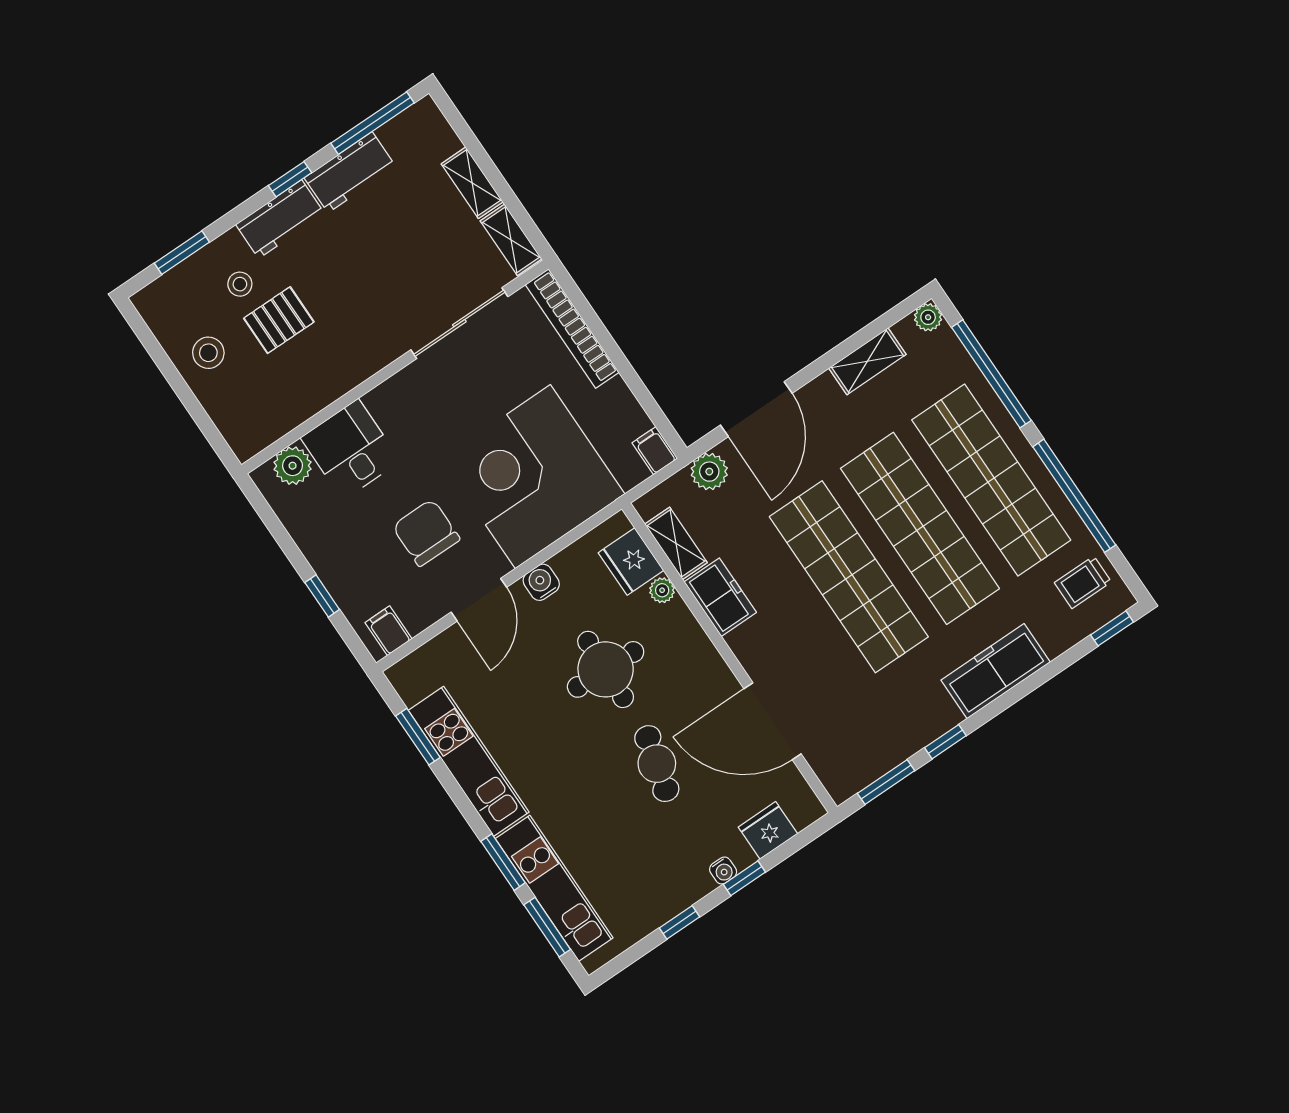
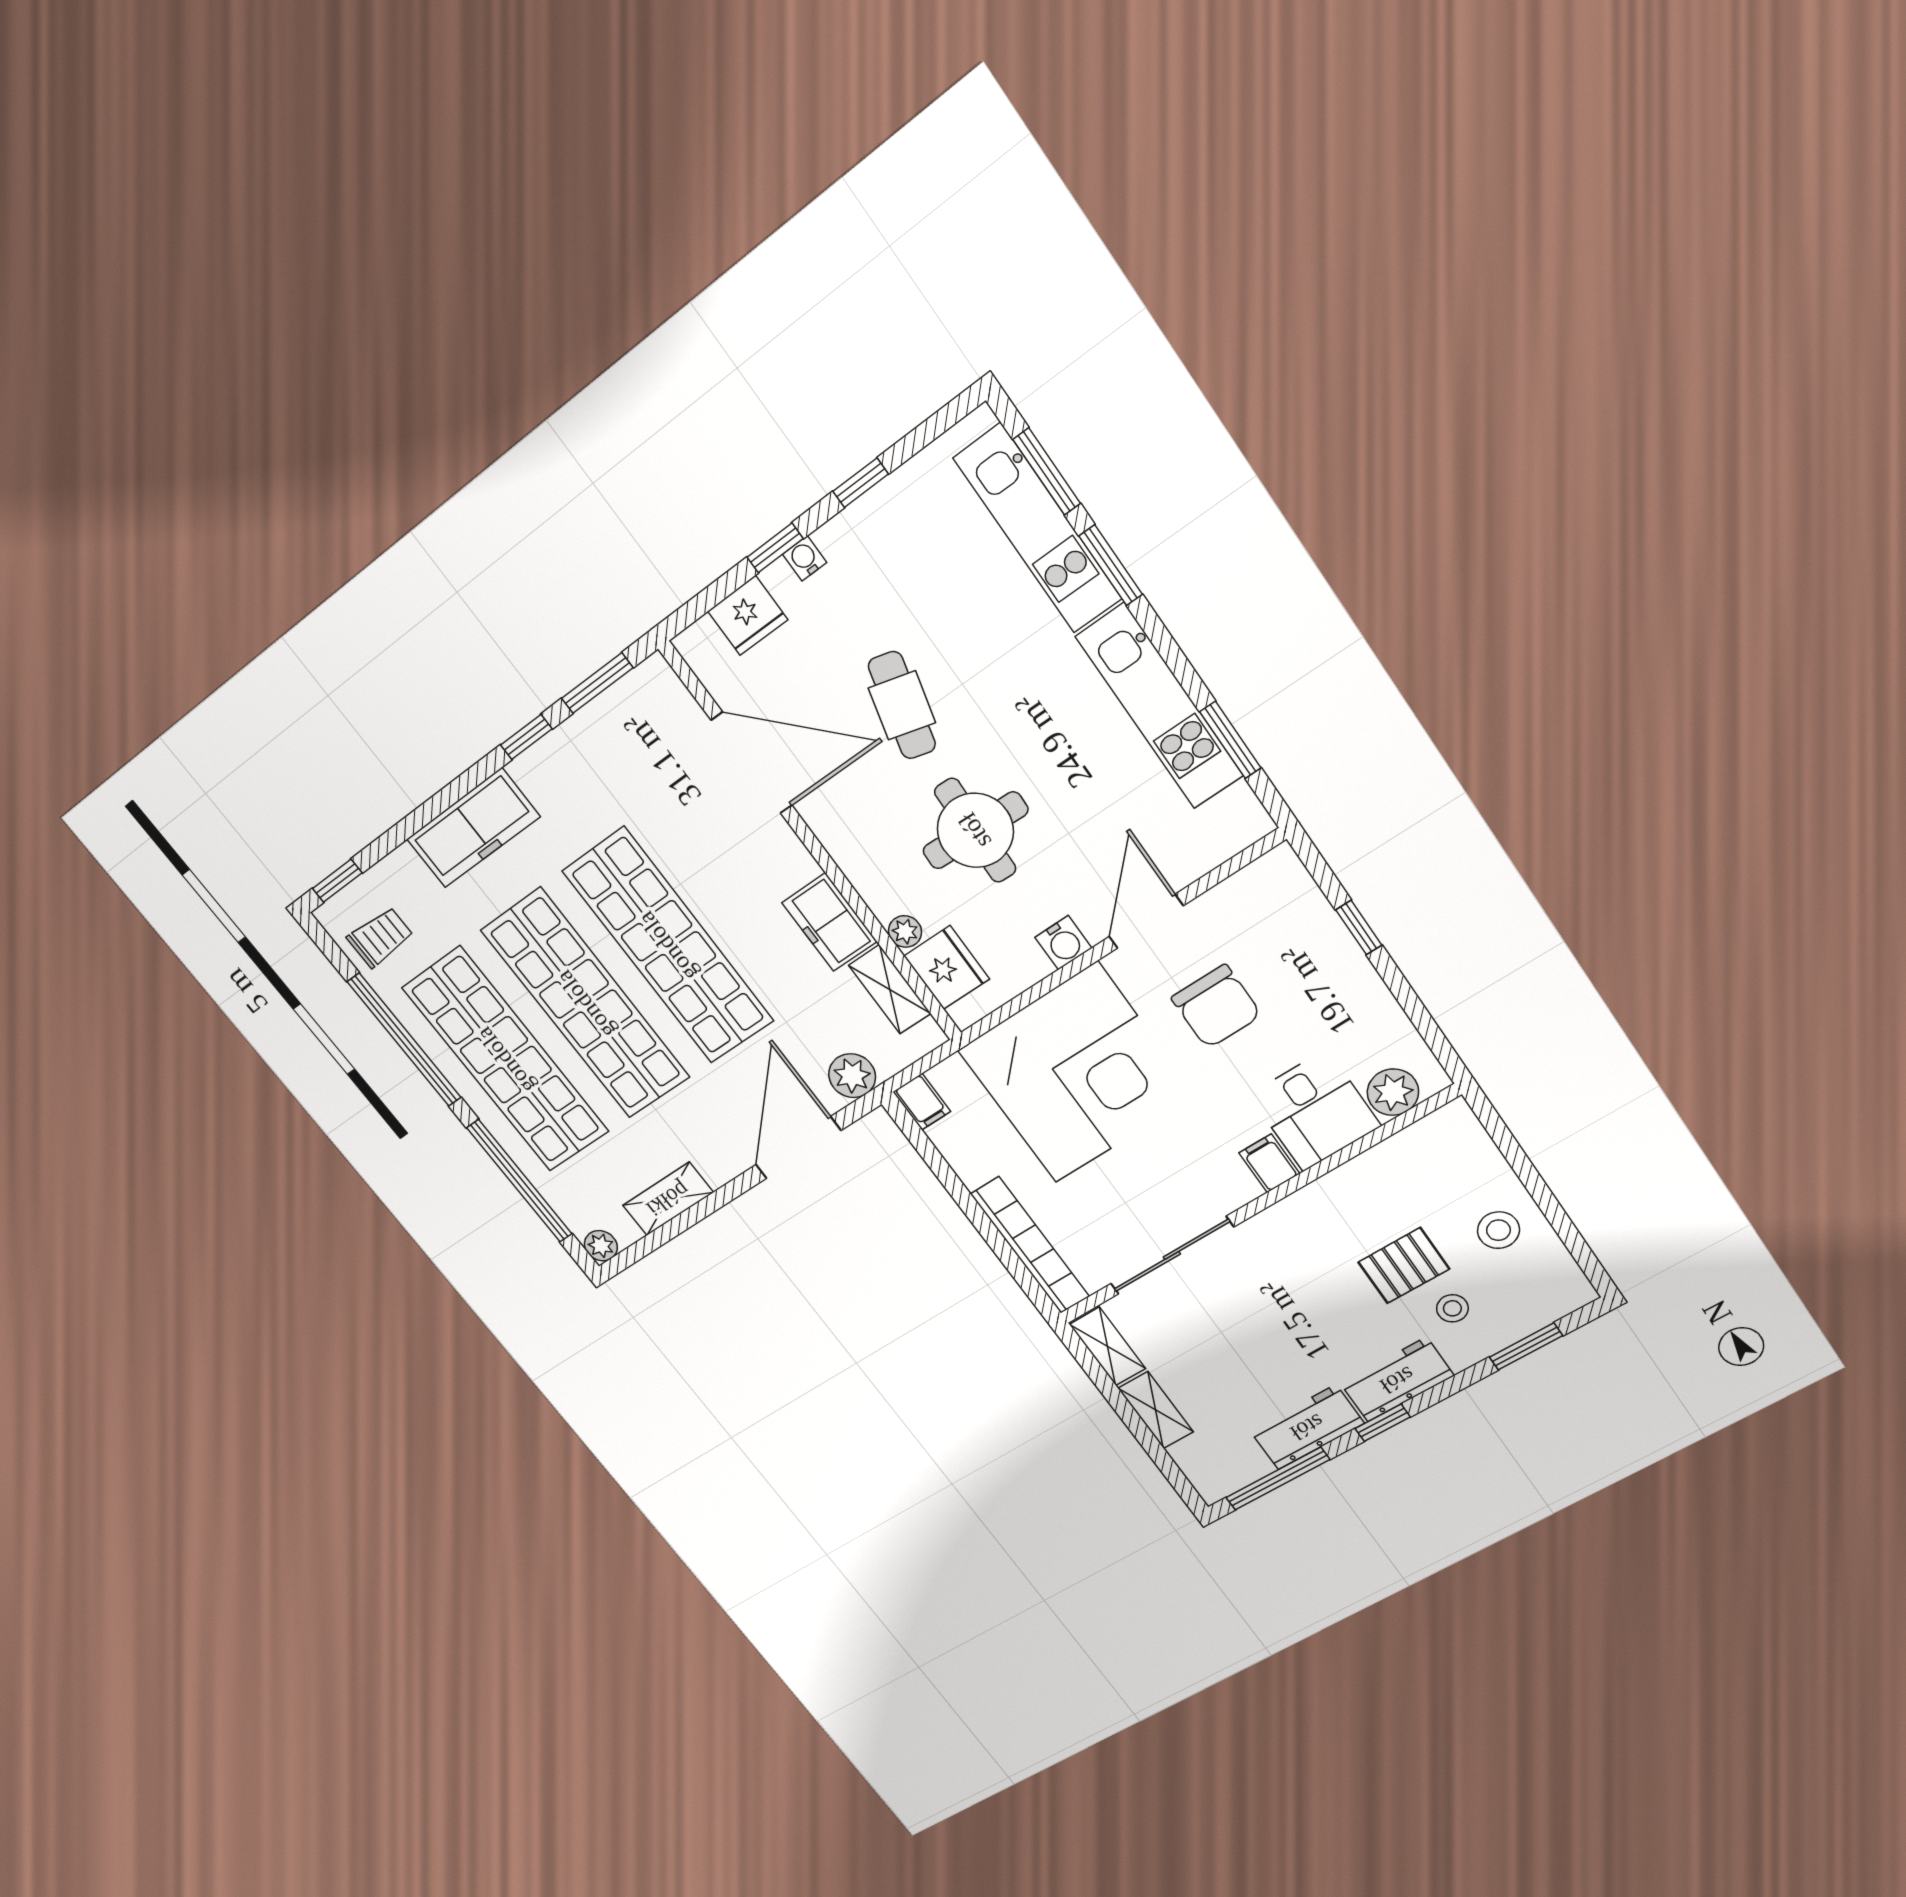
filing cabinet: (389, 631) -> (1269, 1163), moved, turned 180

